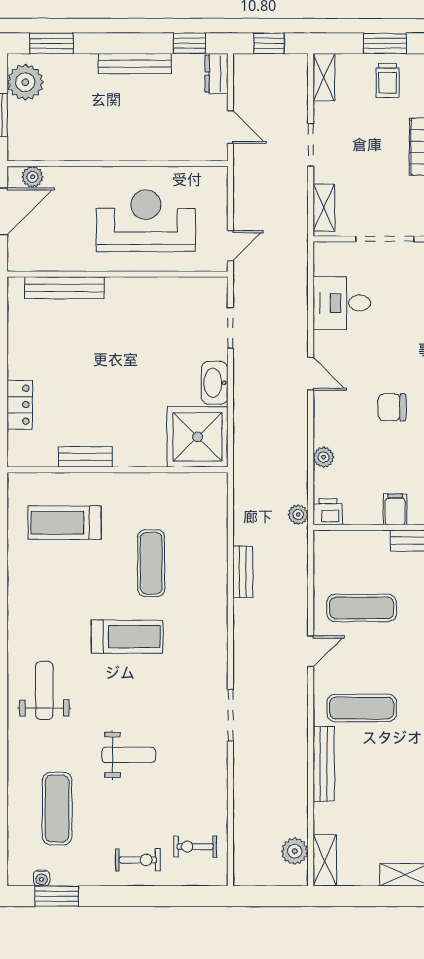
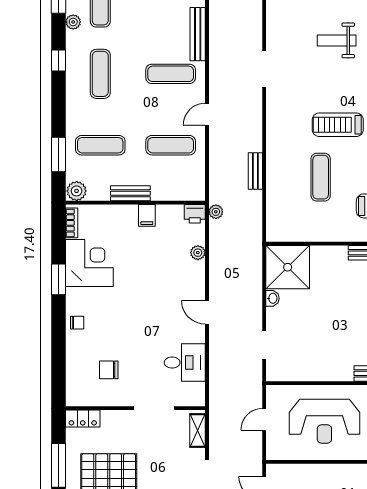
door: (230, 245) -> (264, 419), moved
washbasin: (215, 383) -> (272, 298), width x0.52, depth x0.69
chair: (392, 407) -> (149, 288), removed

